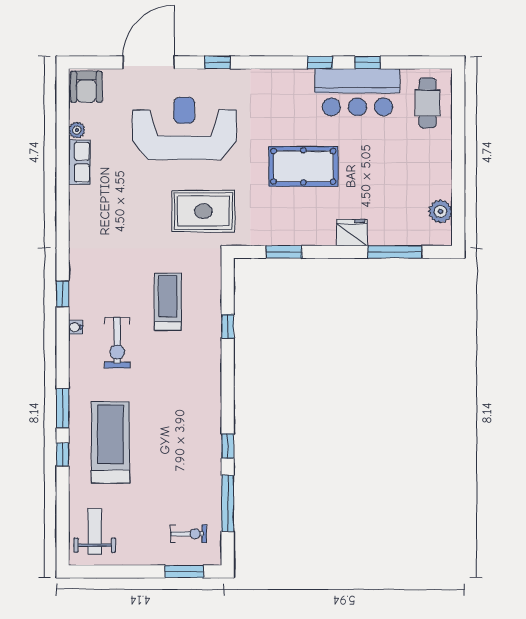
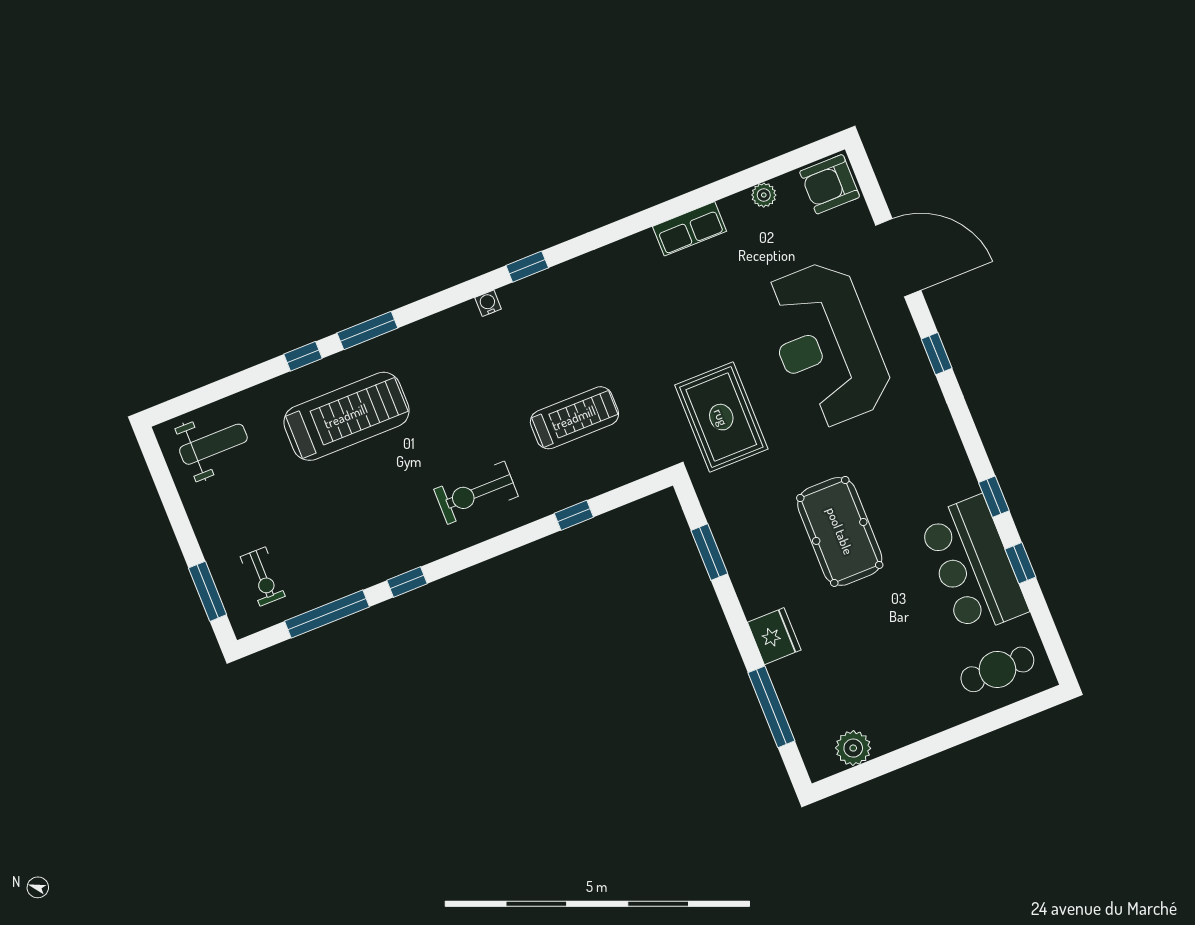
reception desk: (184, 128) -> (826, 344), turned 180
row of seats: (79, 162) -> (689, 229), moved
exercise bike: (117, 343) -> (476, 493), moved

